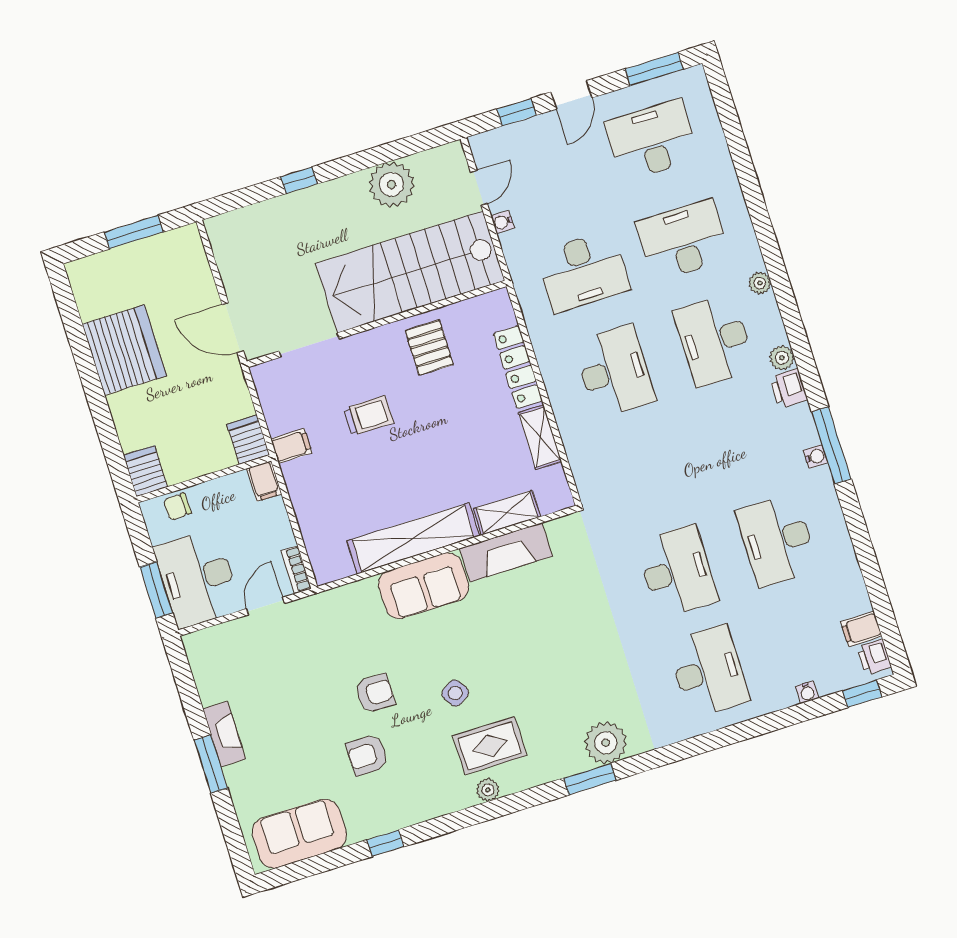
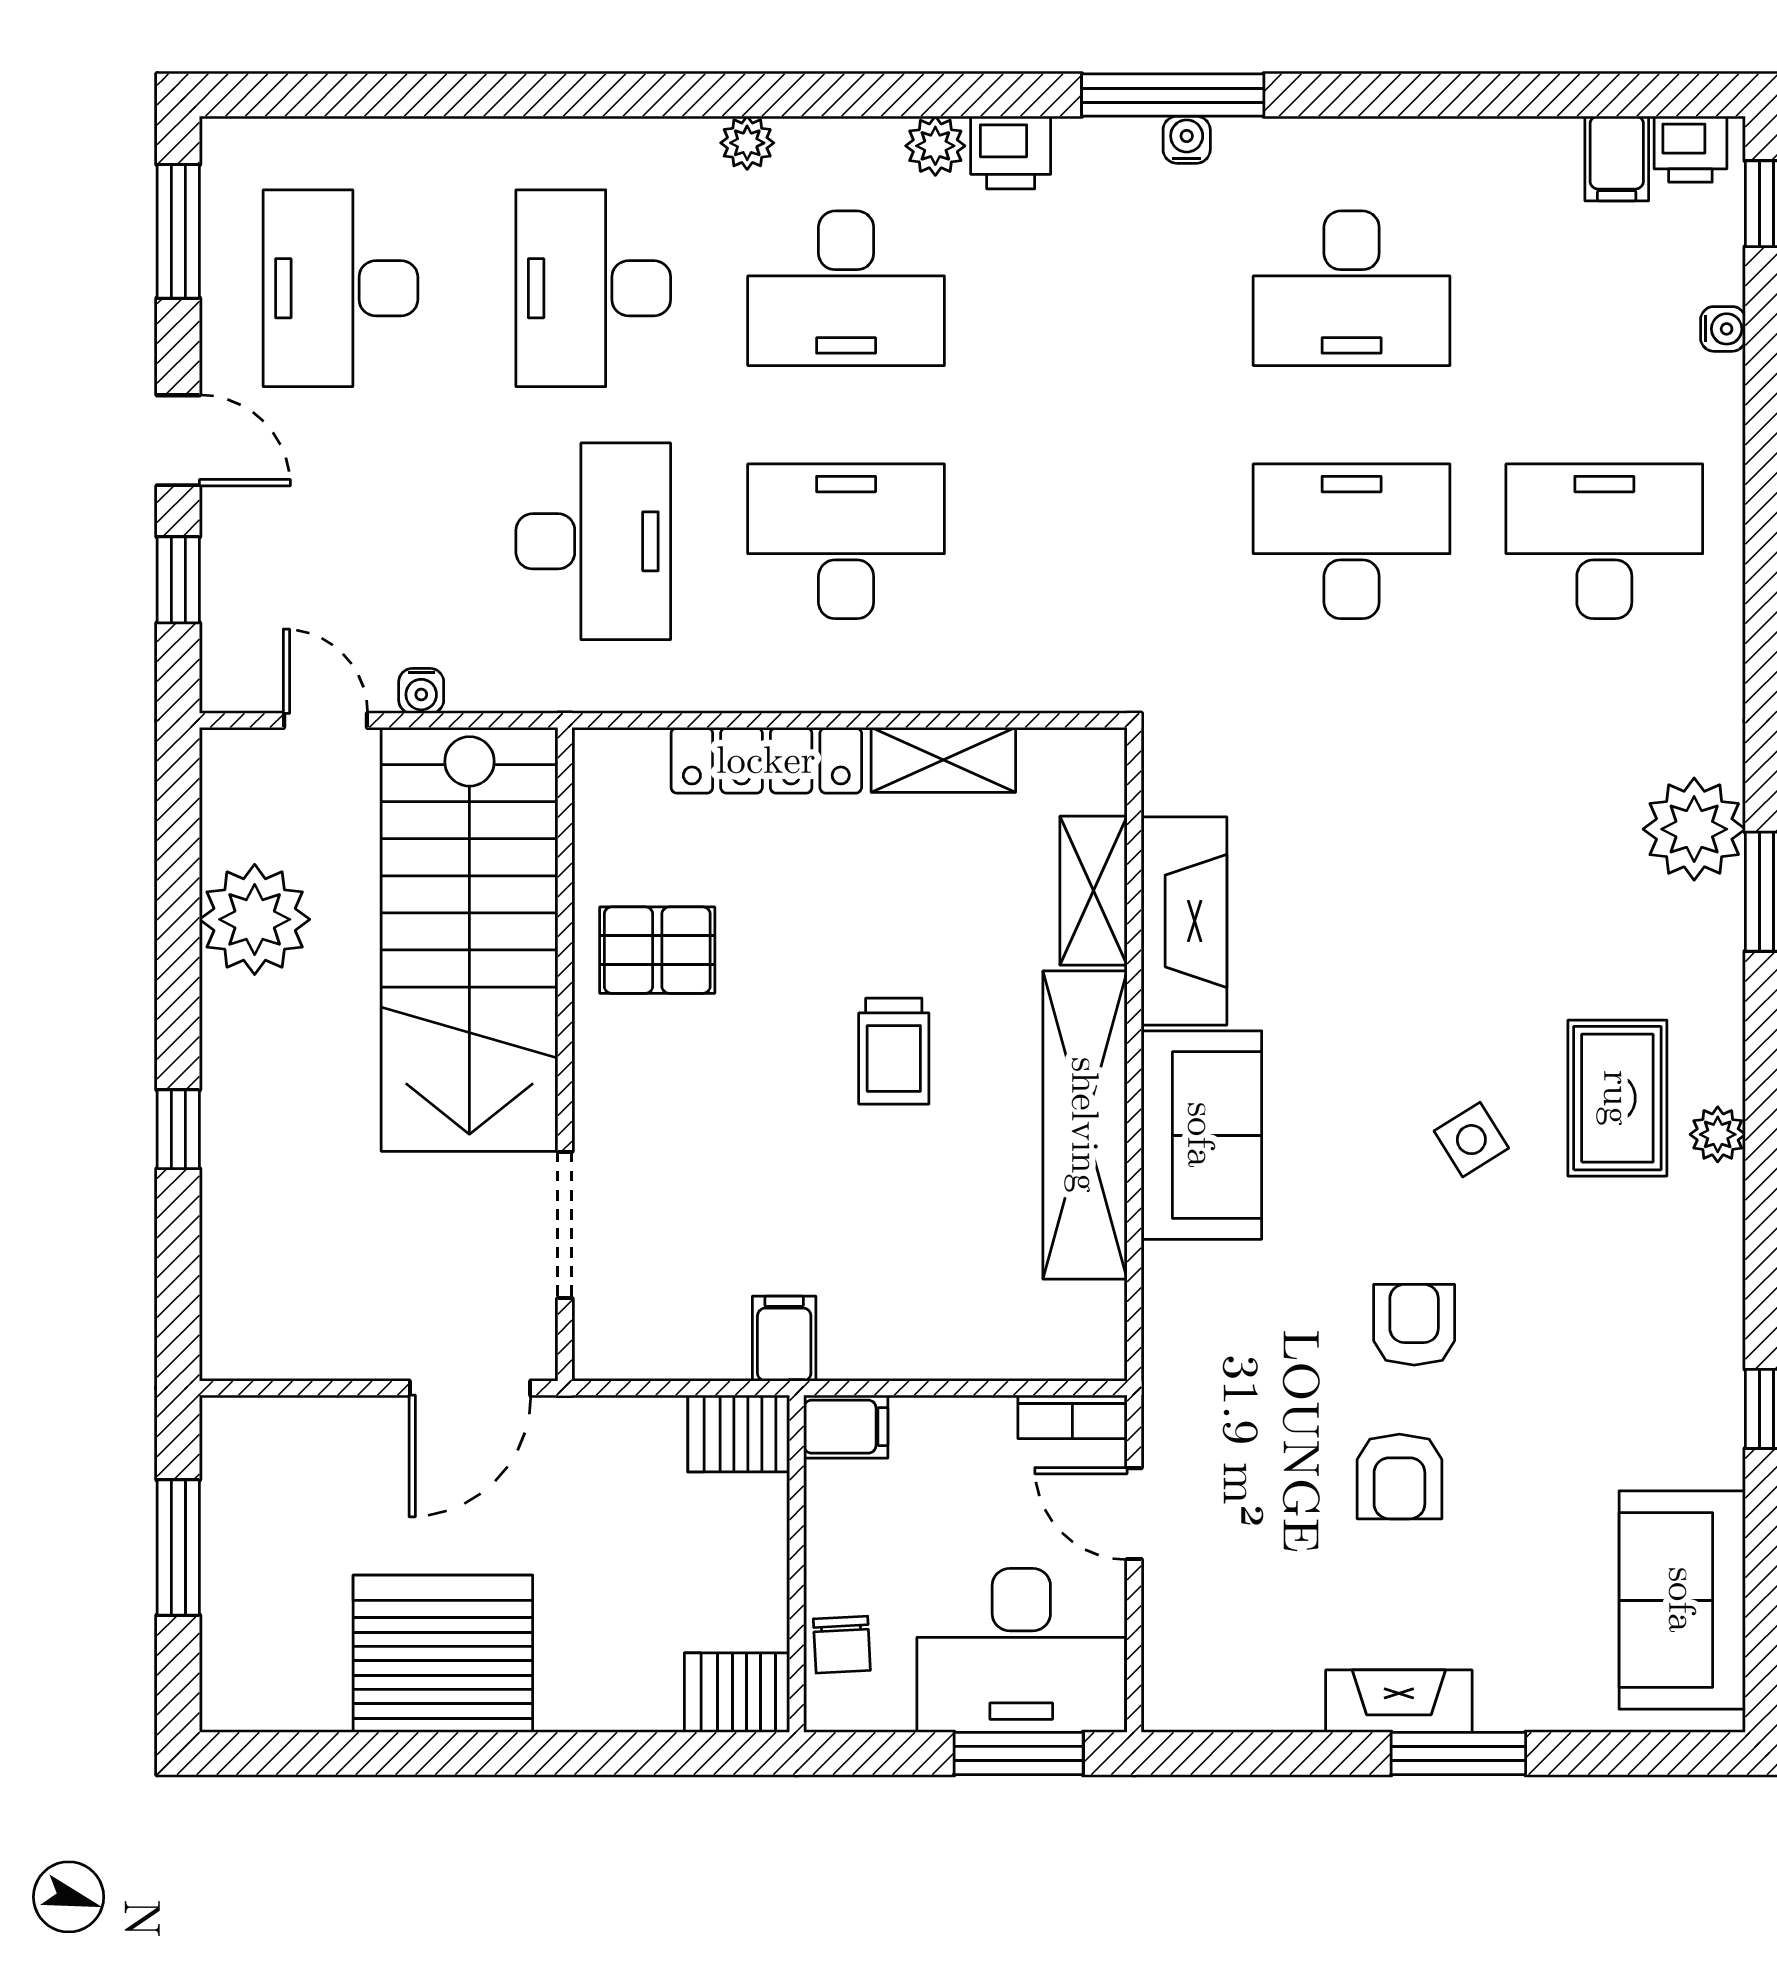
trolley: (369, 416) -> (894, 1051), moved, turned 180
armchair: (367, 755) -> (1399, 1476), moved

